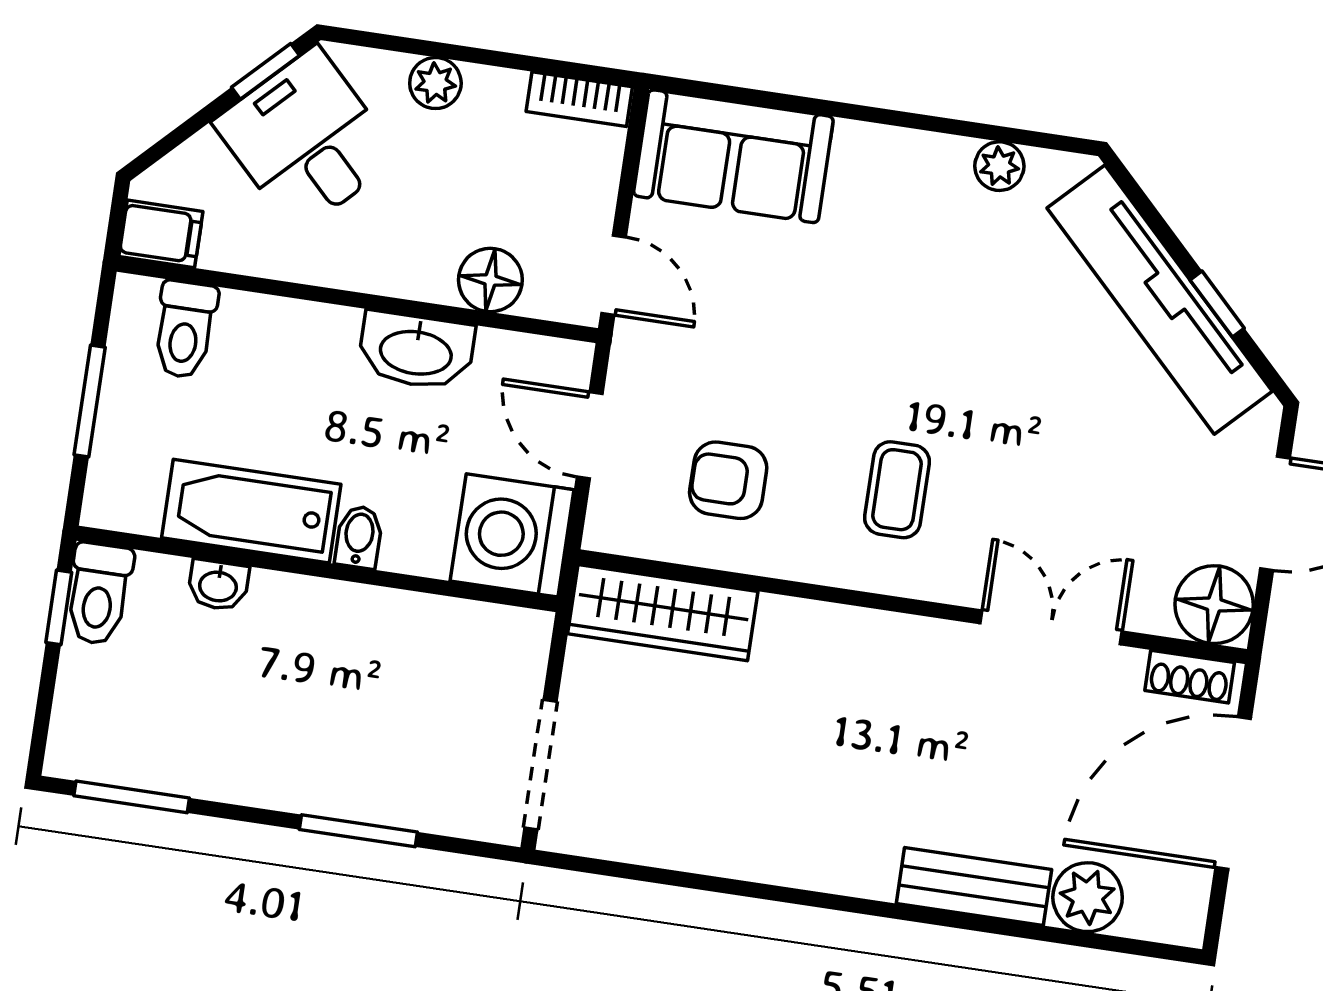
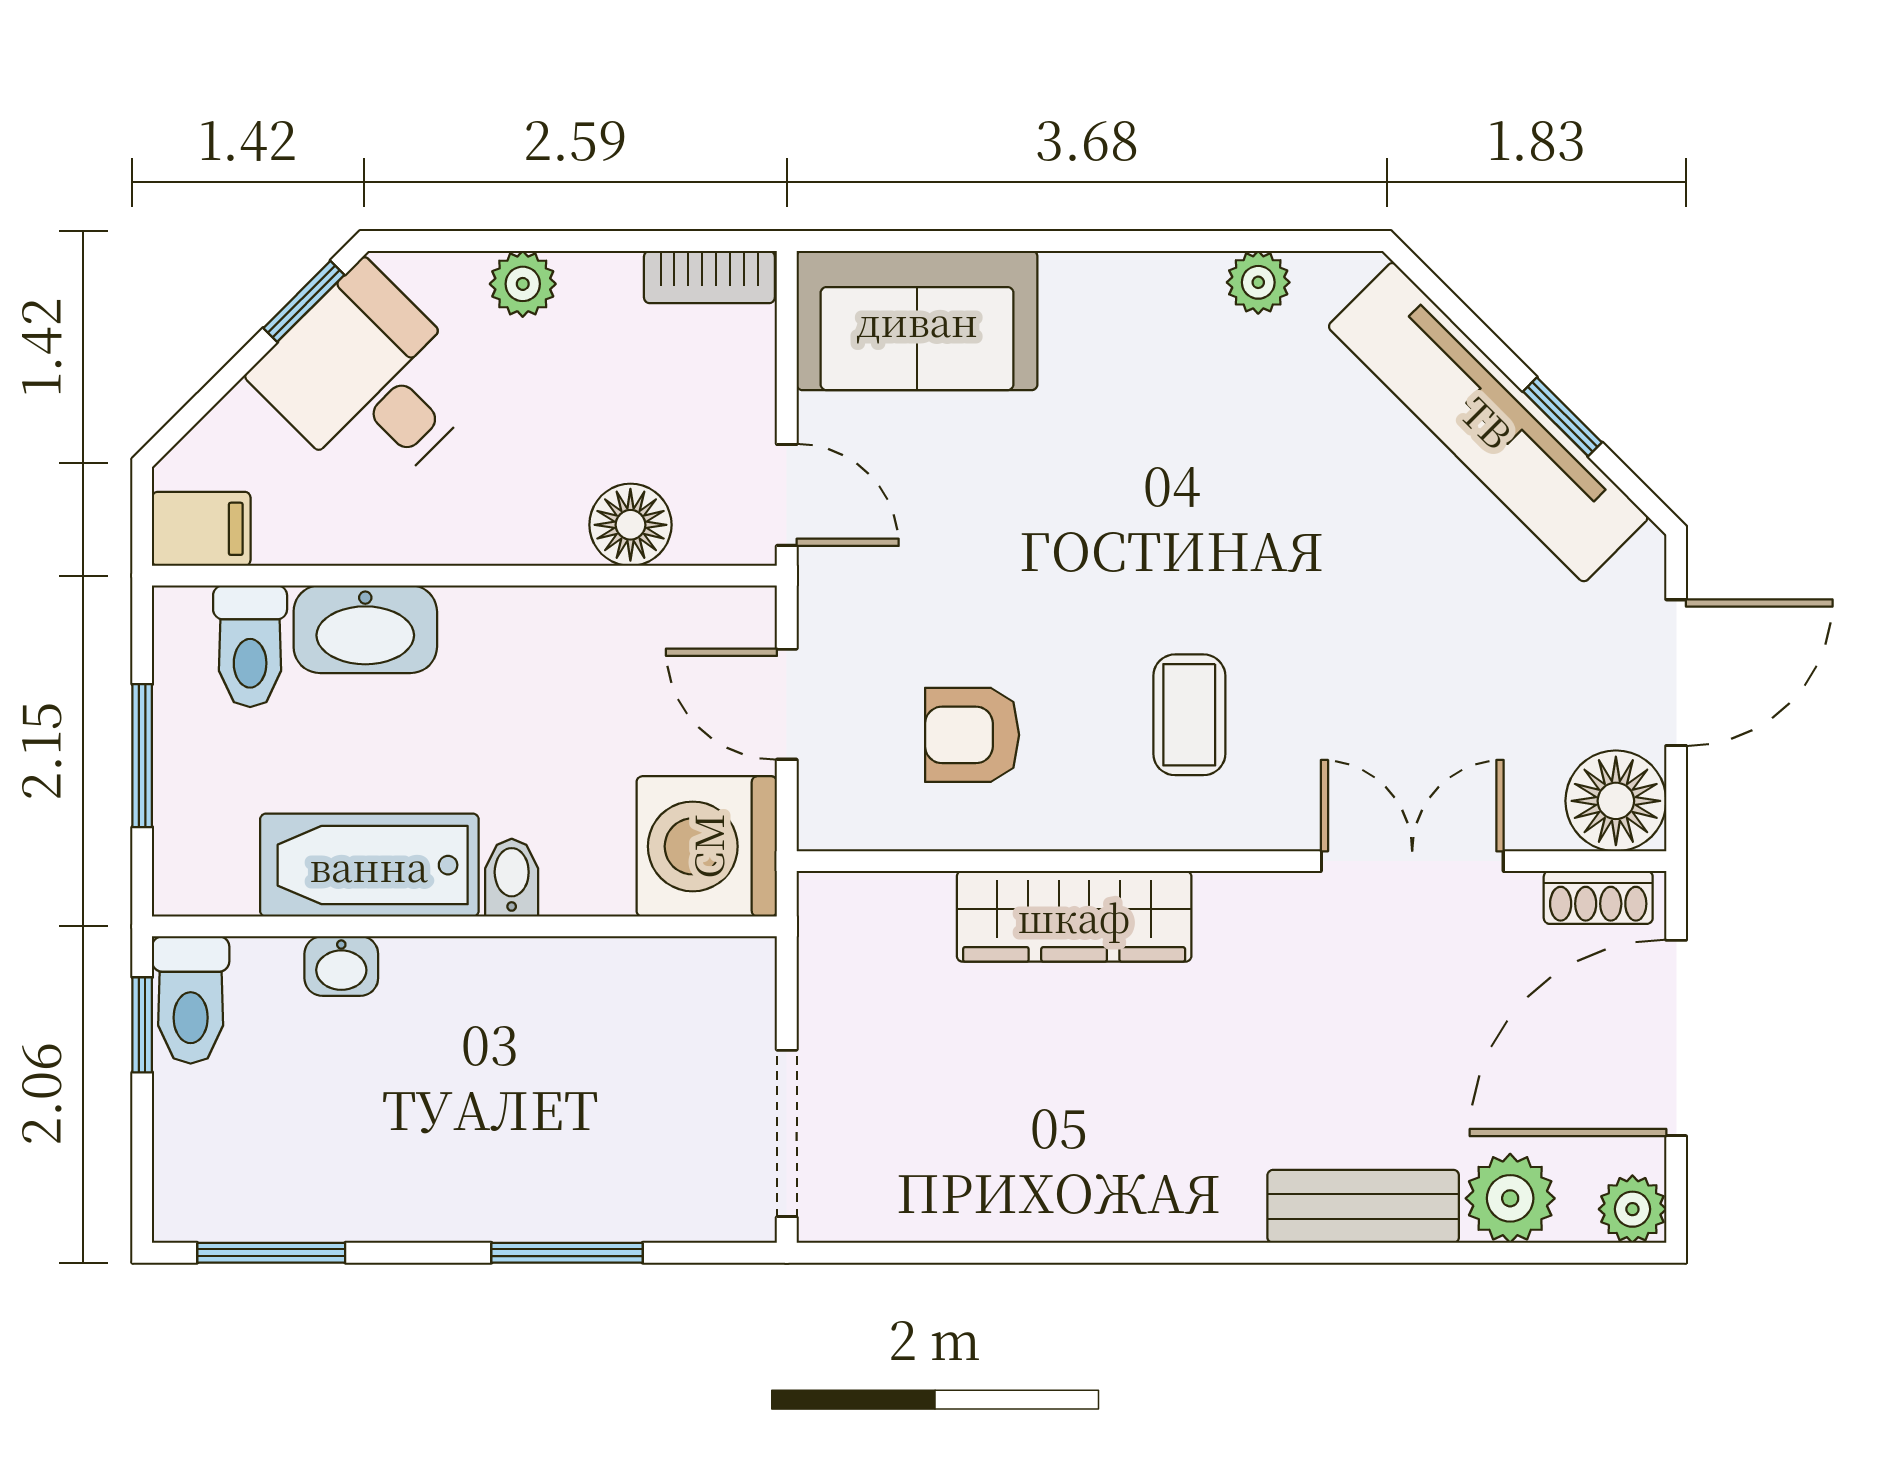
washbasin: (416, 351) -> (365, 629), moved
wardrobe: (663, 613) -> (1074, 916), moved
plant: (1180, 919) -> (1632, 1209), added

